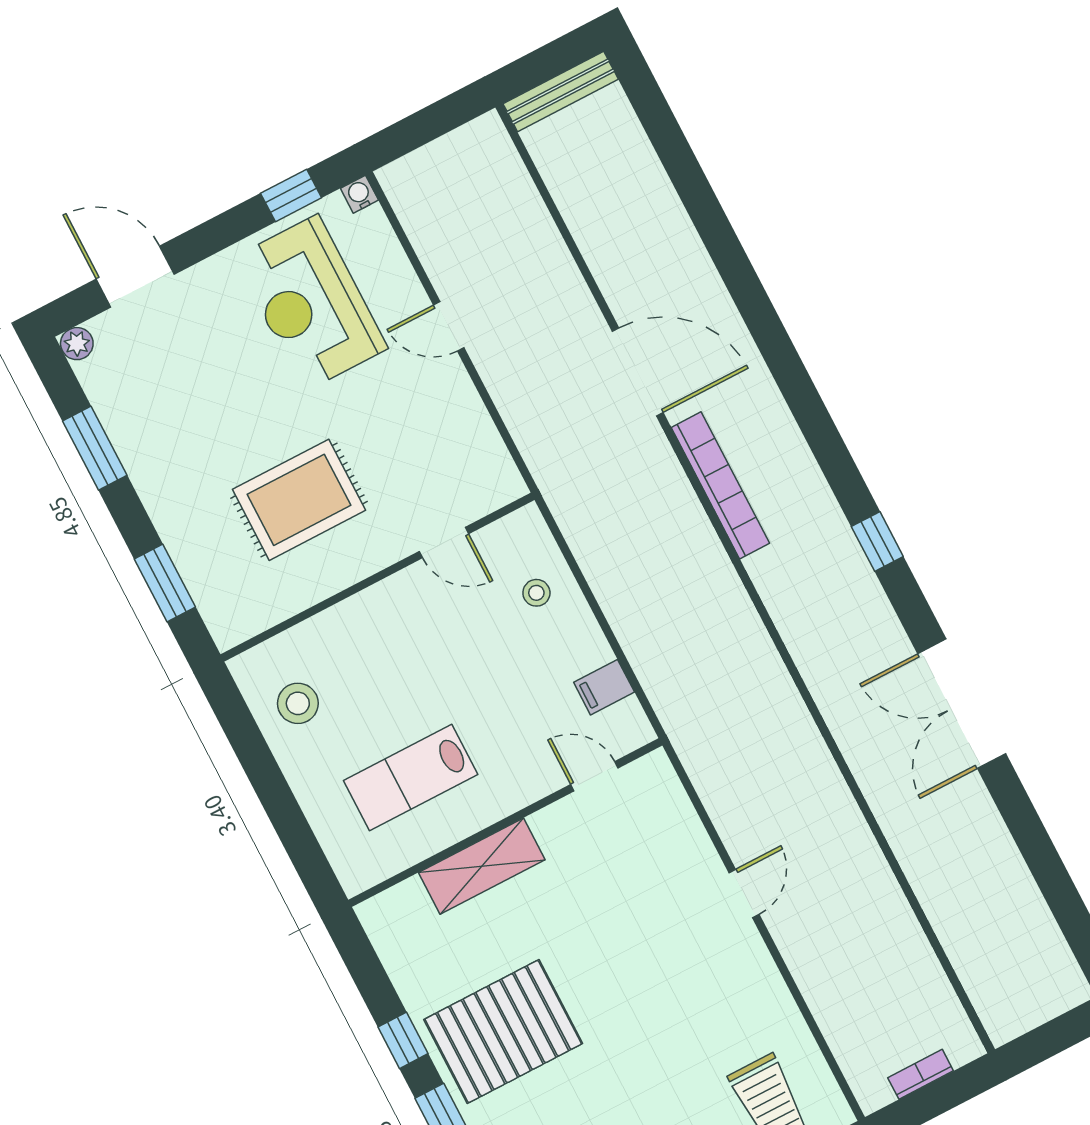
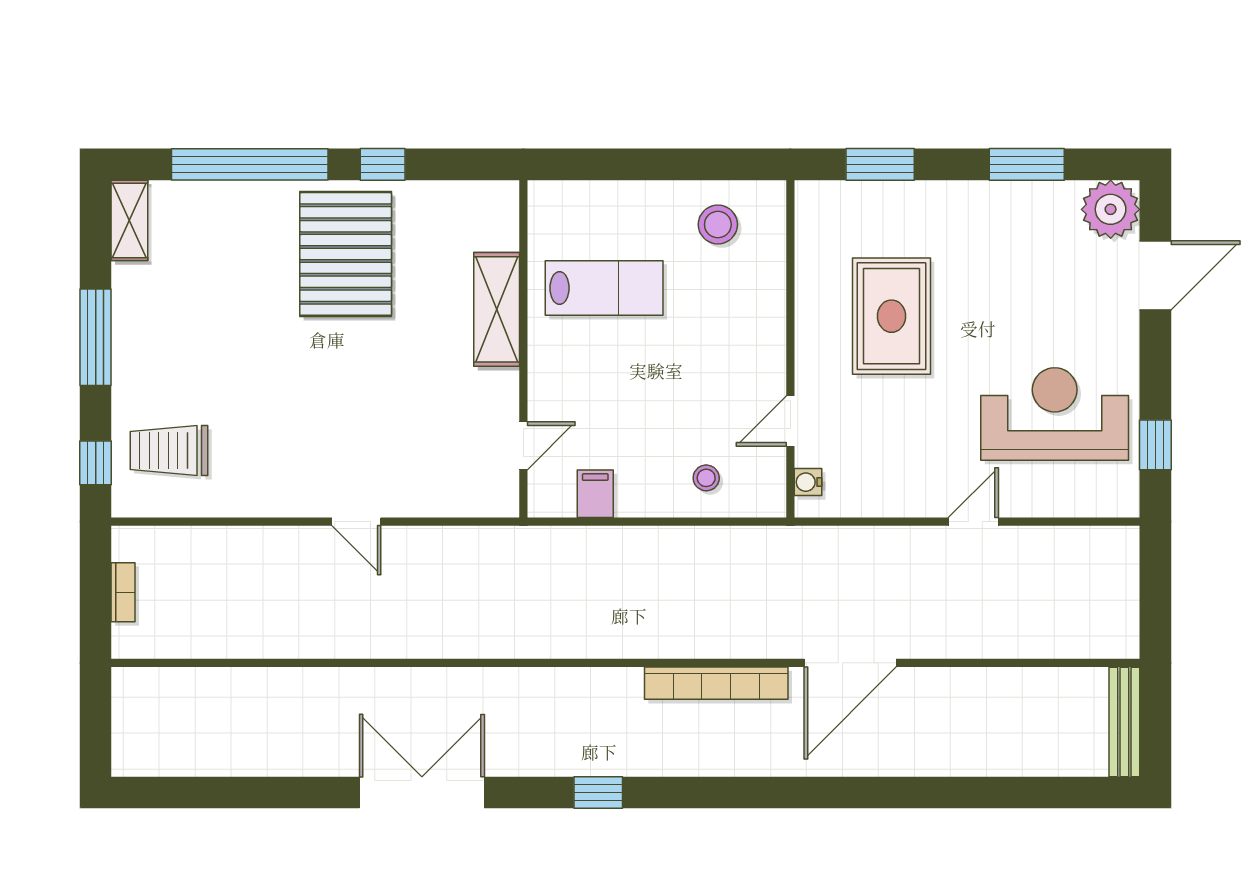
water cooler: (359, 194) -> (808, 482), moved, turned 180
plant: (77, 344) -> (1111, 209), width x1.88, depth x1.88
lab bench: (411, 777) -> (604, 288), turned 90

